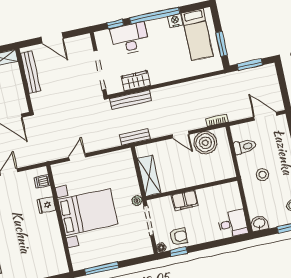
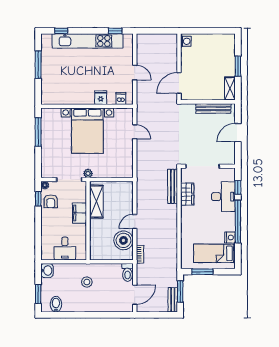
bench: (135, 137) -> (173, 300), moved
toilet: (245, 147) -> (128, 272), moved
shelving: (149, 176) -> (96, 202), moved, turned 90
desk: (233, 224) -> (65, 249), moved

